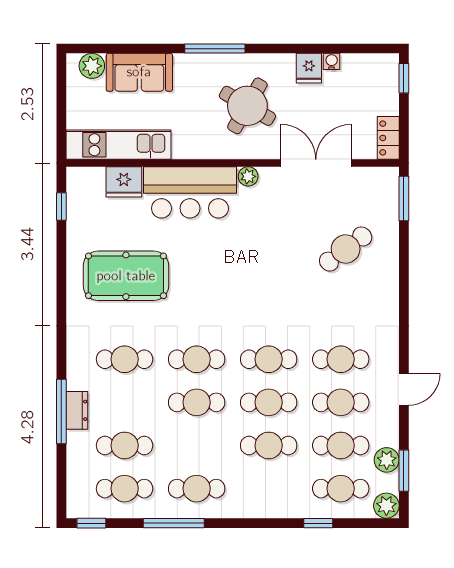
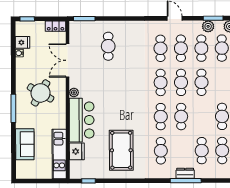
plant: (92, 66) -> (22, 167), removed
fridge: (309, 68) -> (23, 42), moved
cafe table: (346, 249) -> (108, 46), turned 37

